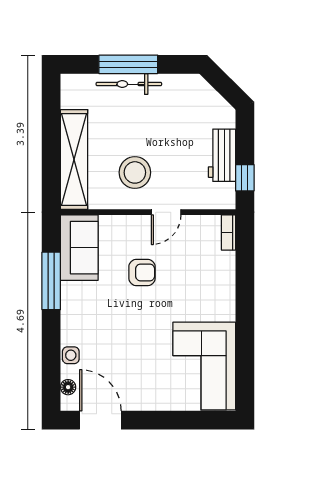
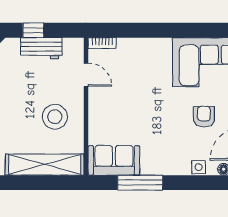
window: (245, 178) -> (33, 30), moved
door: (166, 212) -> (86, 75), moved
armchair: (142, 272) -> (204, 117), moved

